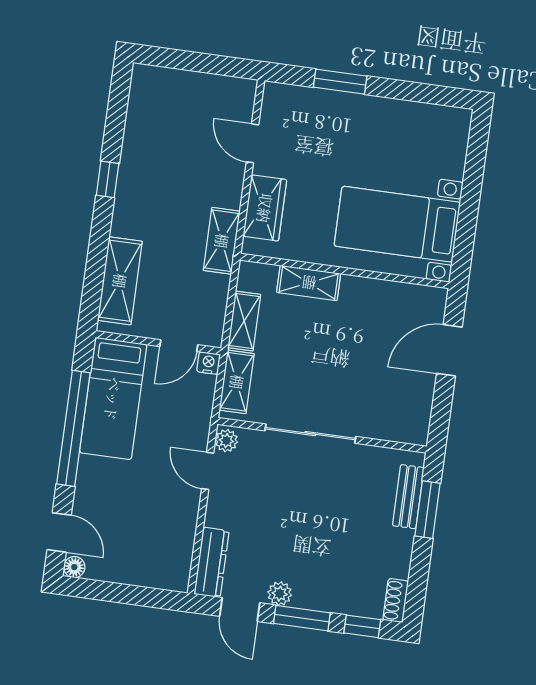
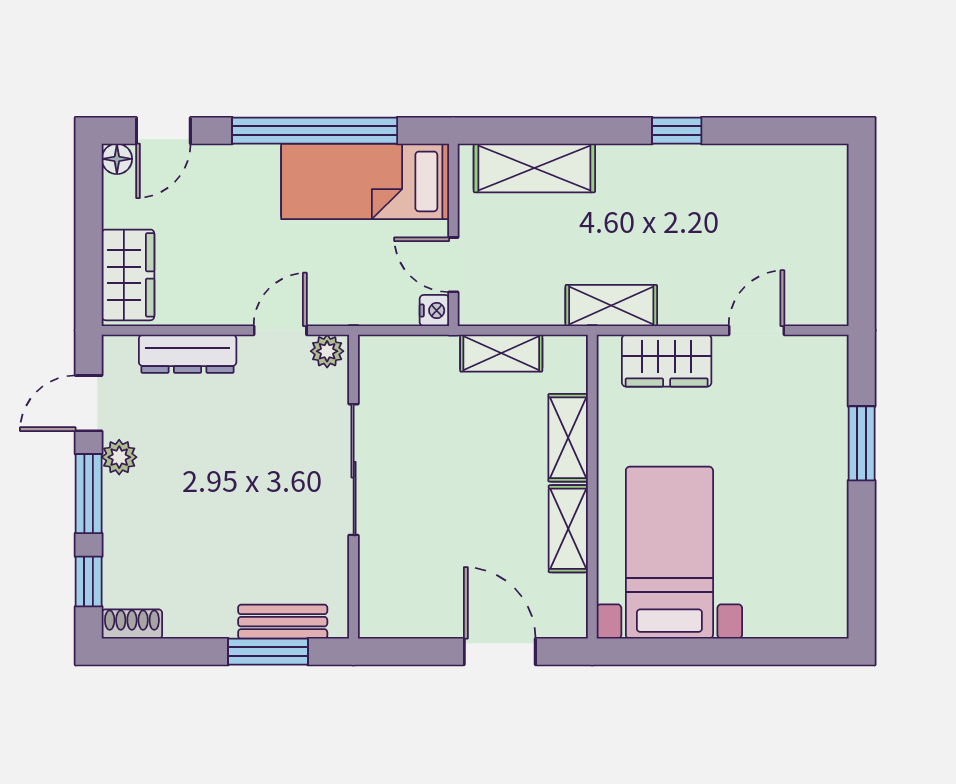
shelving: (237, 382) -> (568, 529), moved, turned 90
dresser: (212, 562) -> (188, 354), moved
wardrobe: (155, 570) -> (128, 275), added

